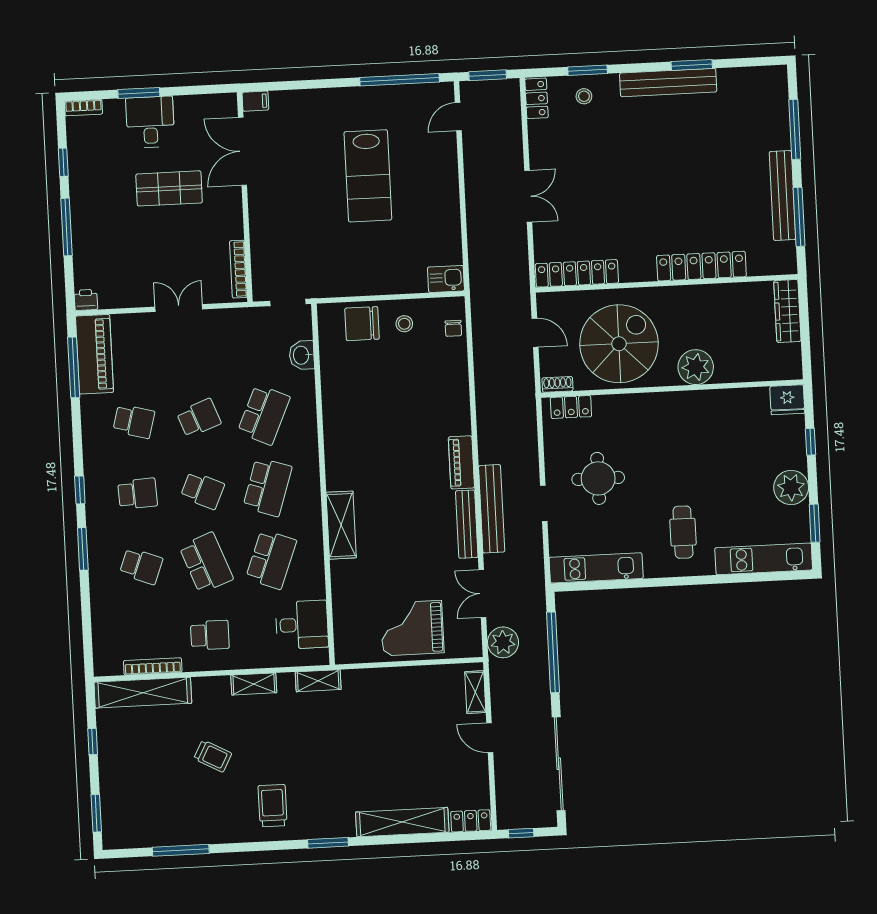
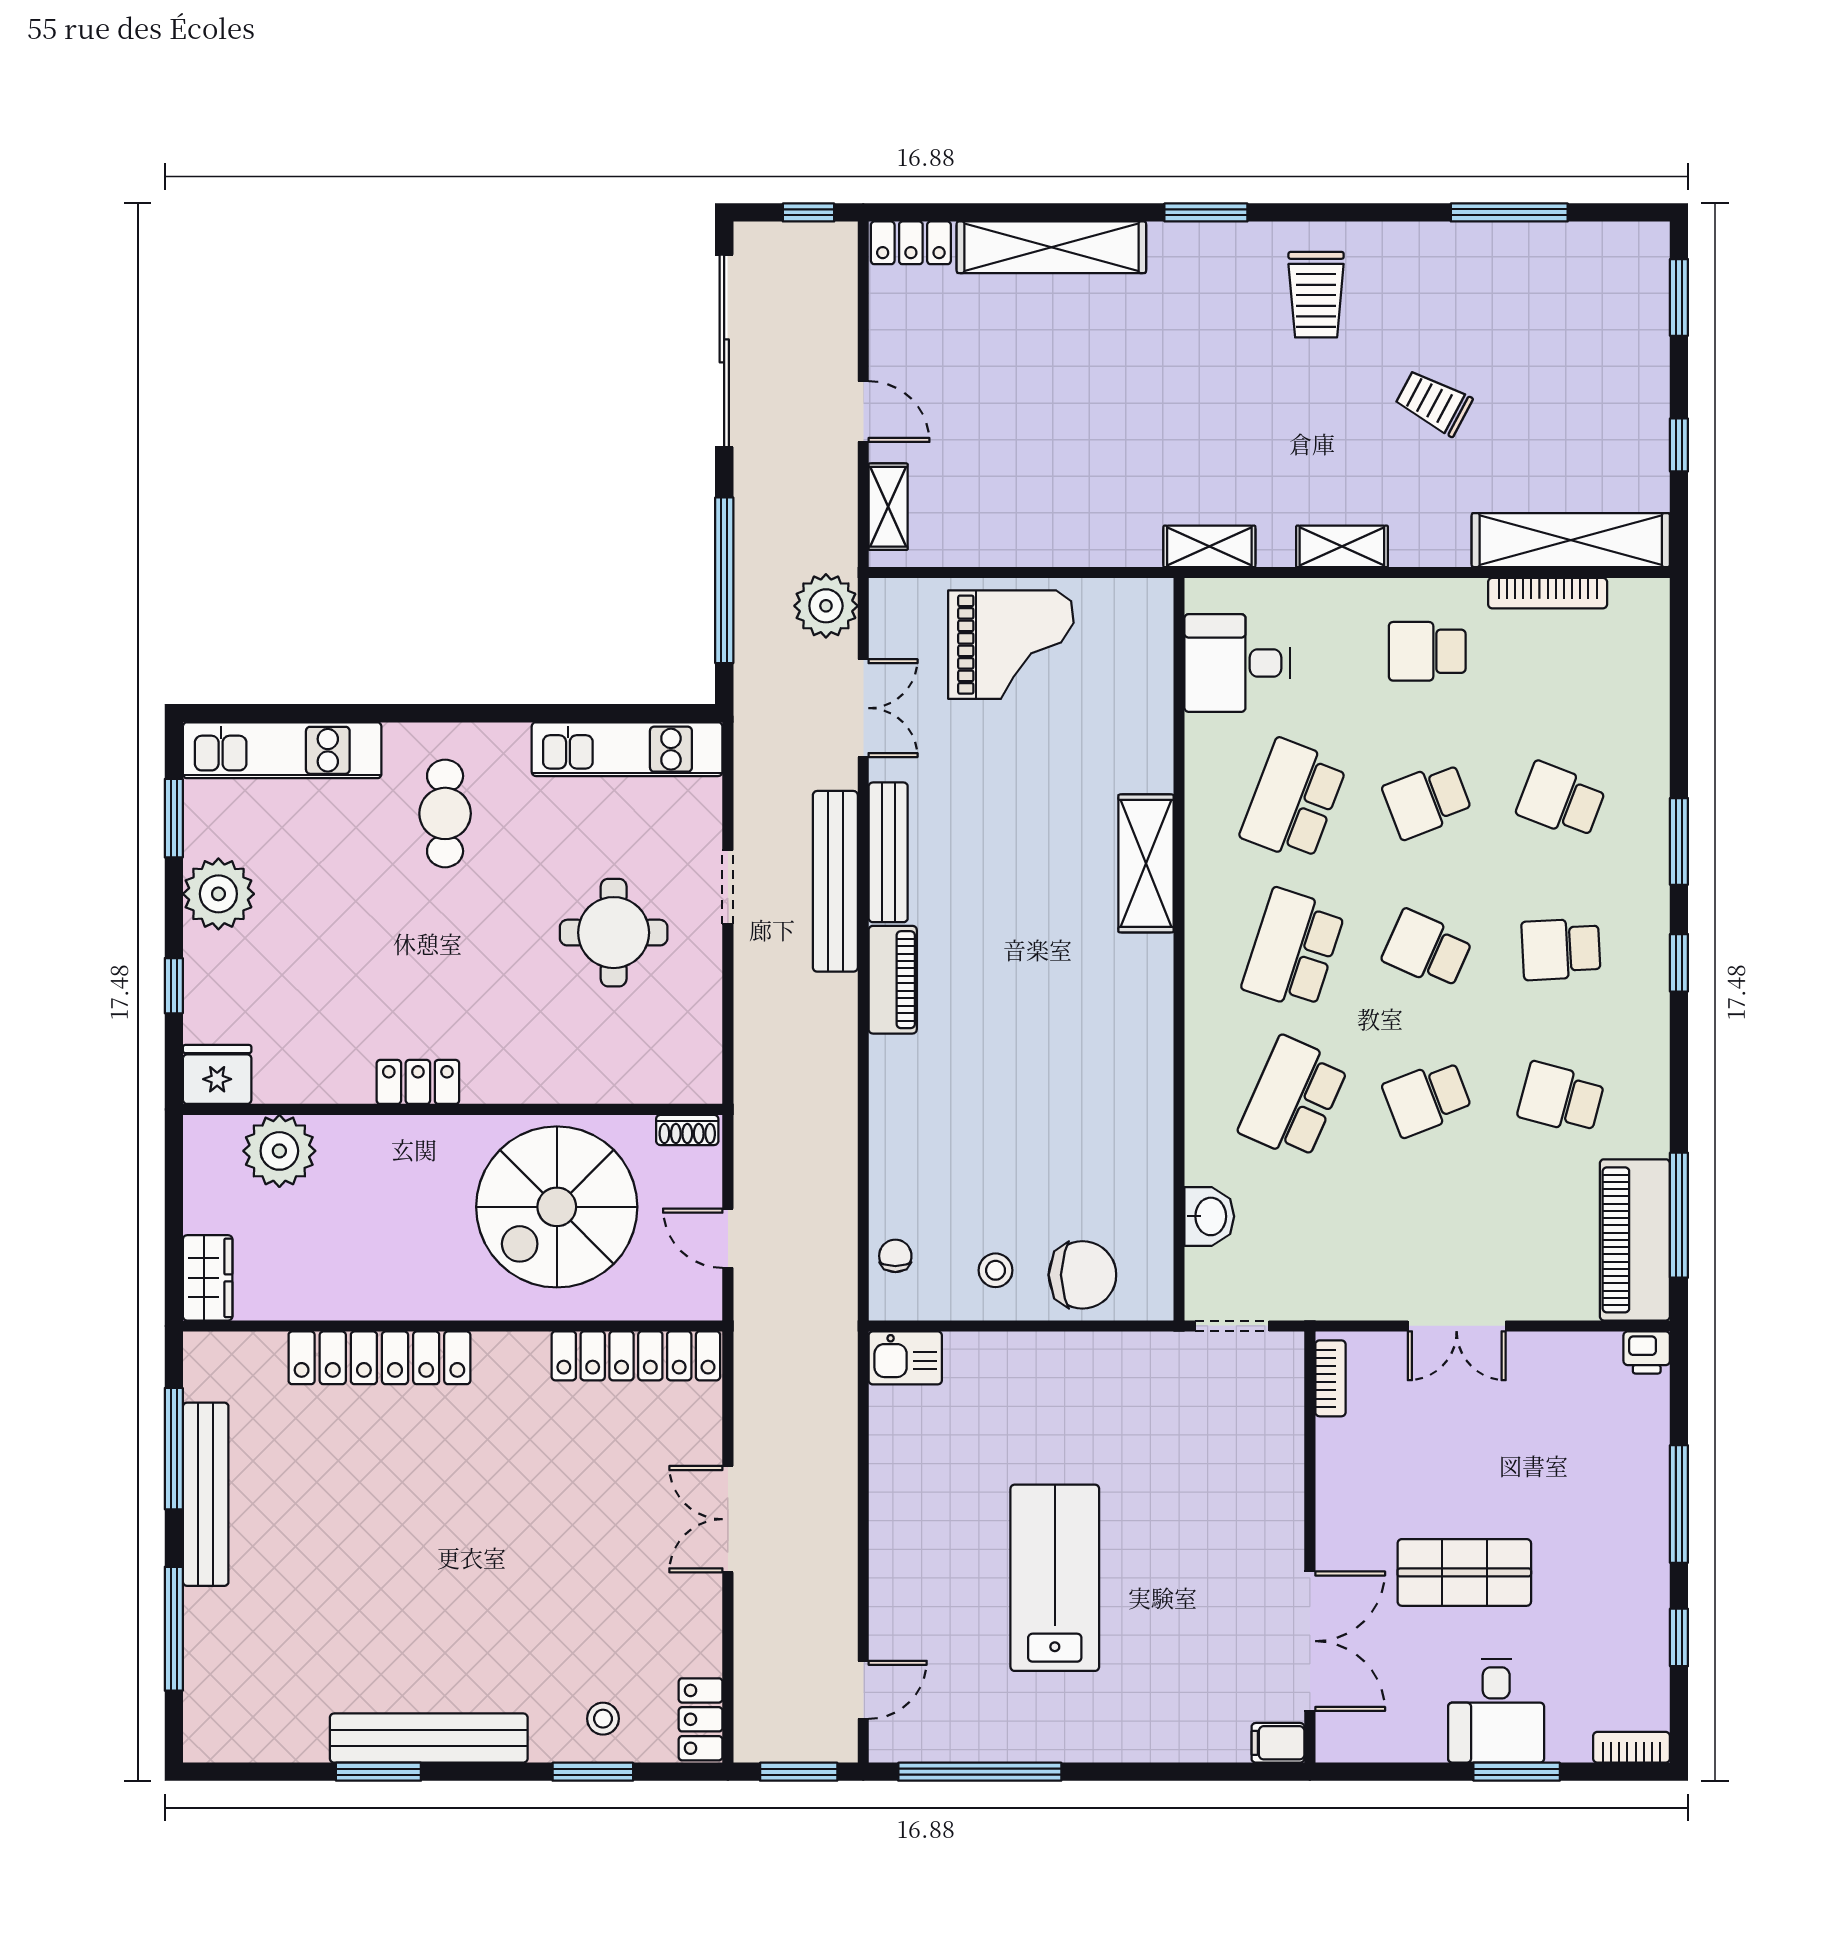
bookcase: (238, 269) -> (1330, 1378), width x0.64
wardrobe: (787, 311) -> (208, 1278), width x0.67
plant: (696, 367) -> (279, 1151), moved
locker: (571, 407) -> (418, 1082), moved
school desk: (206, 563) -> (1427, 800), width x0.54

